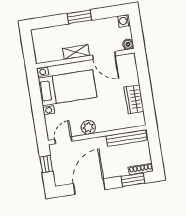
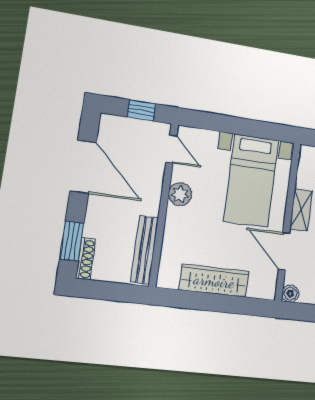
door: (104, 55) -> (284, 251), hinge flipped
wardrobe: (134, 99) -> (214, 281), width x1.50

